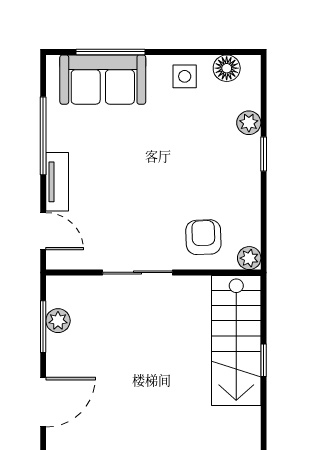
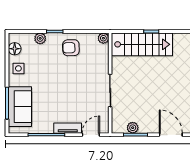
armchair: (203, 237) -> (71, 48), moved

